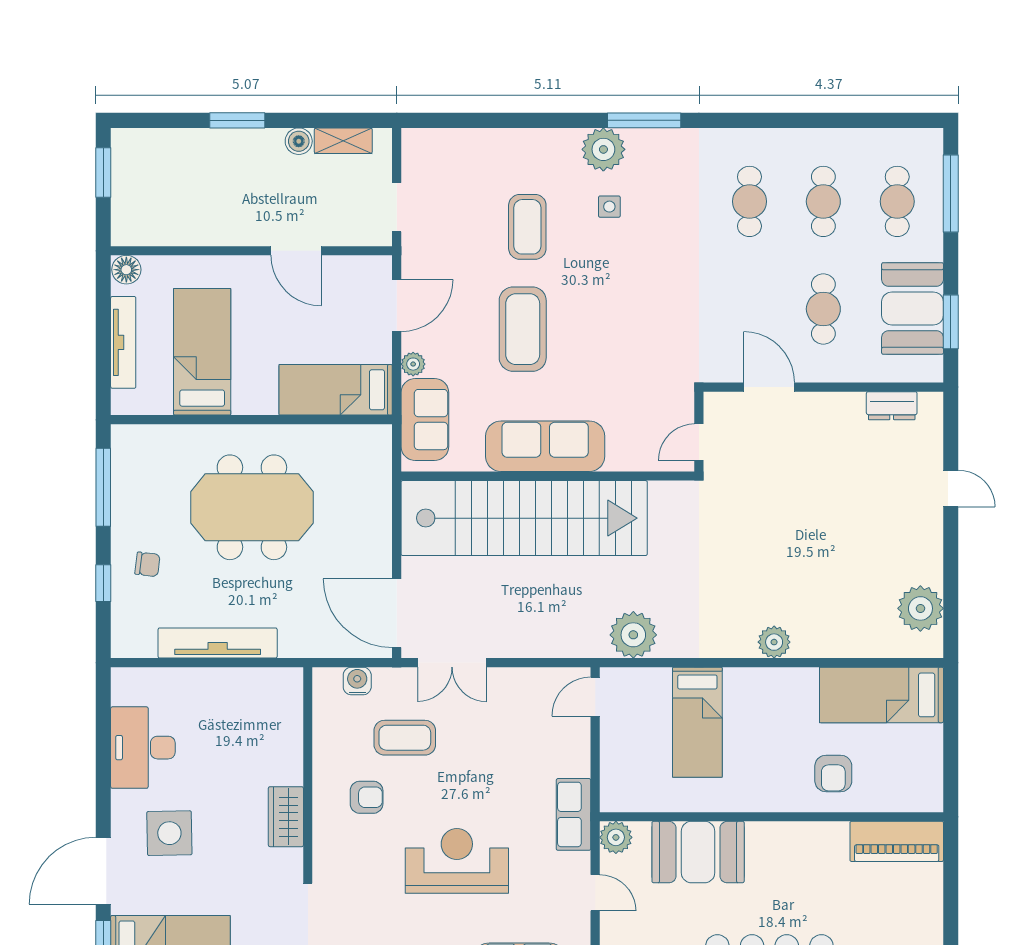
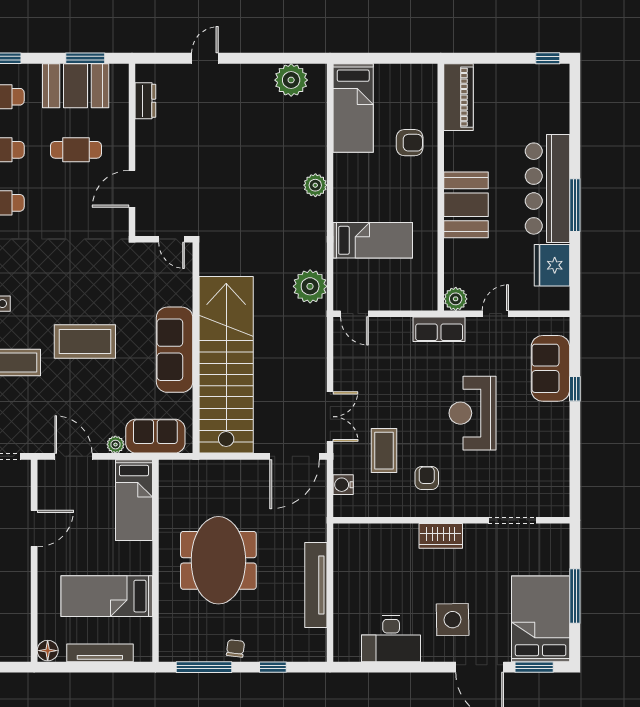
coffee table: (523, 329) -> (85, 341), moved
chair: (147, 564) -> (235, 648), moved
booth: (698, 852) -> (466, 205), moved

